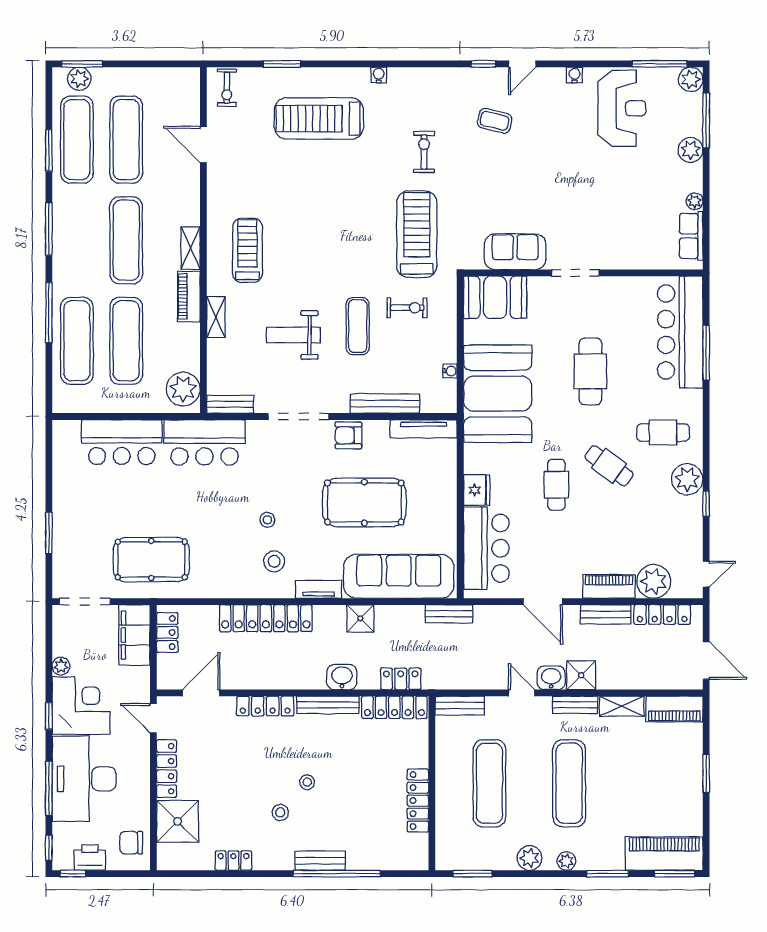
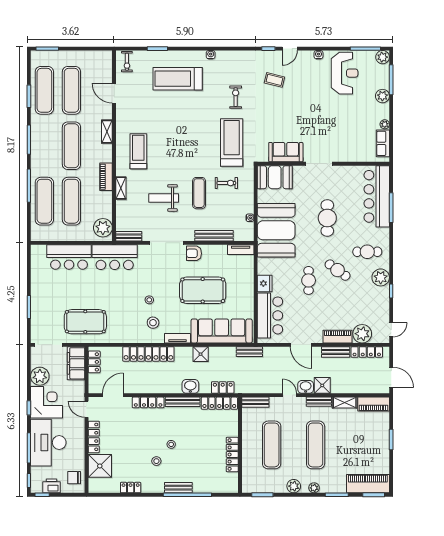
plant: (79, 79) -> (46, 57), removed
shelving: (191, 248) -> (107, 132), moved
tv unit: (423, 429) -> (241, 250), width x0.71
plant: (61, 666) -> (40, 376), width x1.87, depth x1.87

